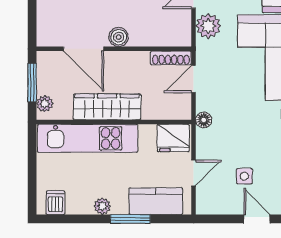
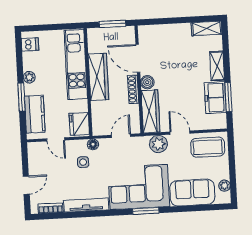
wardrobe: (161, 35) -> (150, 111), added
door: (84, 49) -> (138, 58), hinge flipped
shoe rack: (171, 58) -> (133, 89), moved
door: (194, 79) -> (121, 136), hinge flipped
plant: (45, 104) -> (98, 33), removed
side table: (244, 176) -> (83, 162), moved

